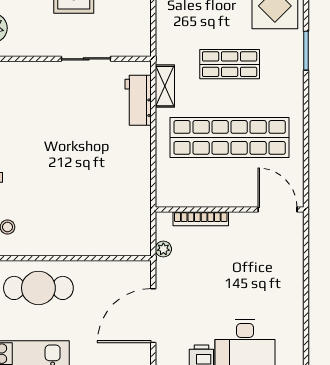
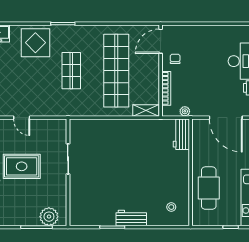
shelving: (165, 86) -> (146, 110), moved
workbench: (138, 100) -> (181, 134), moved, turned 90
chair: (249, 233) -> (175, 59), added

